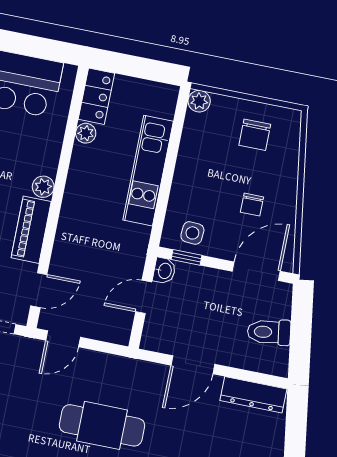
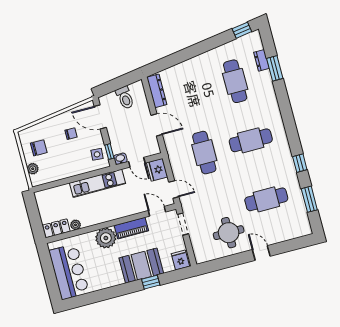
plant: (199, 101) -> (33, 169), moved
kitchen unit: (148, 171) -> (97, 183), moved
plant: (43, 187) -> (106, 238), width x1.87, depth x1.87
fridge: (113, 326) -> (157, 170), added

